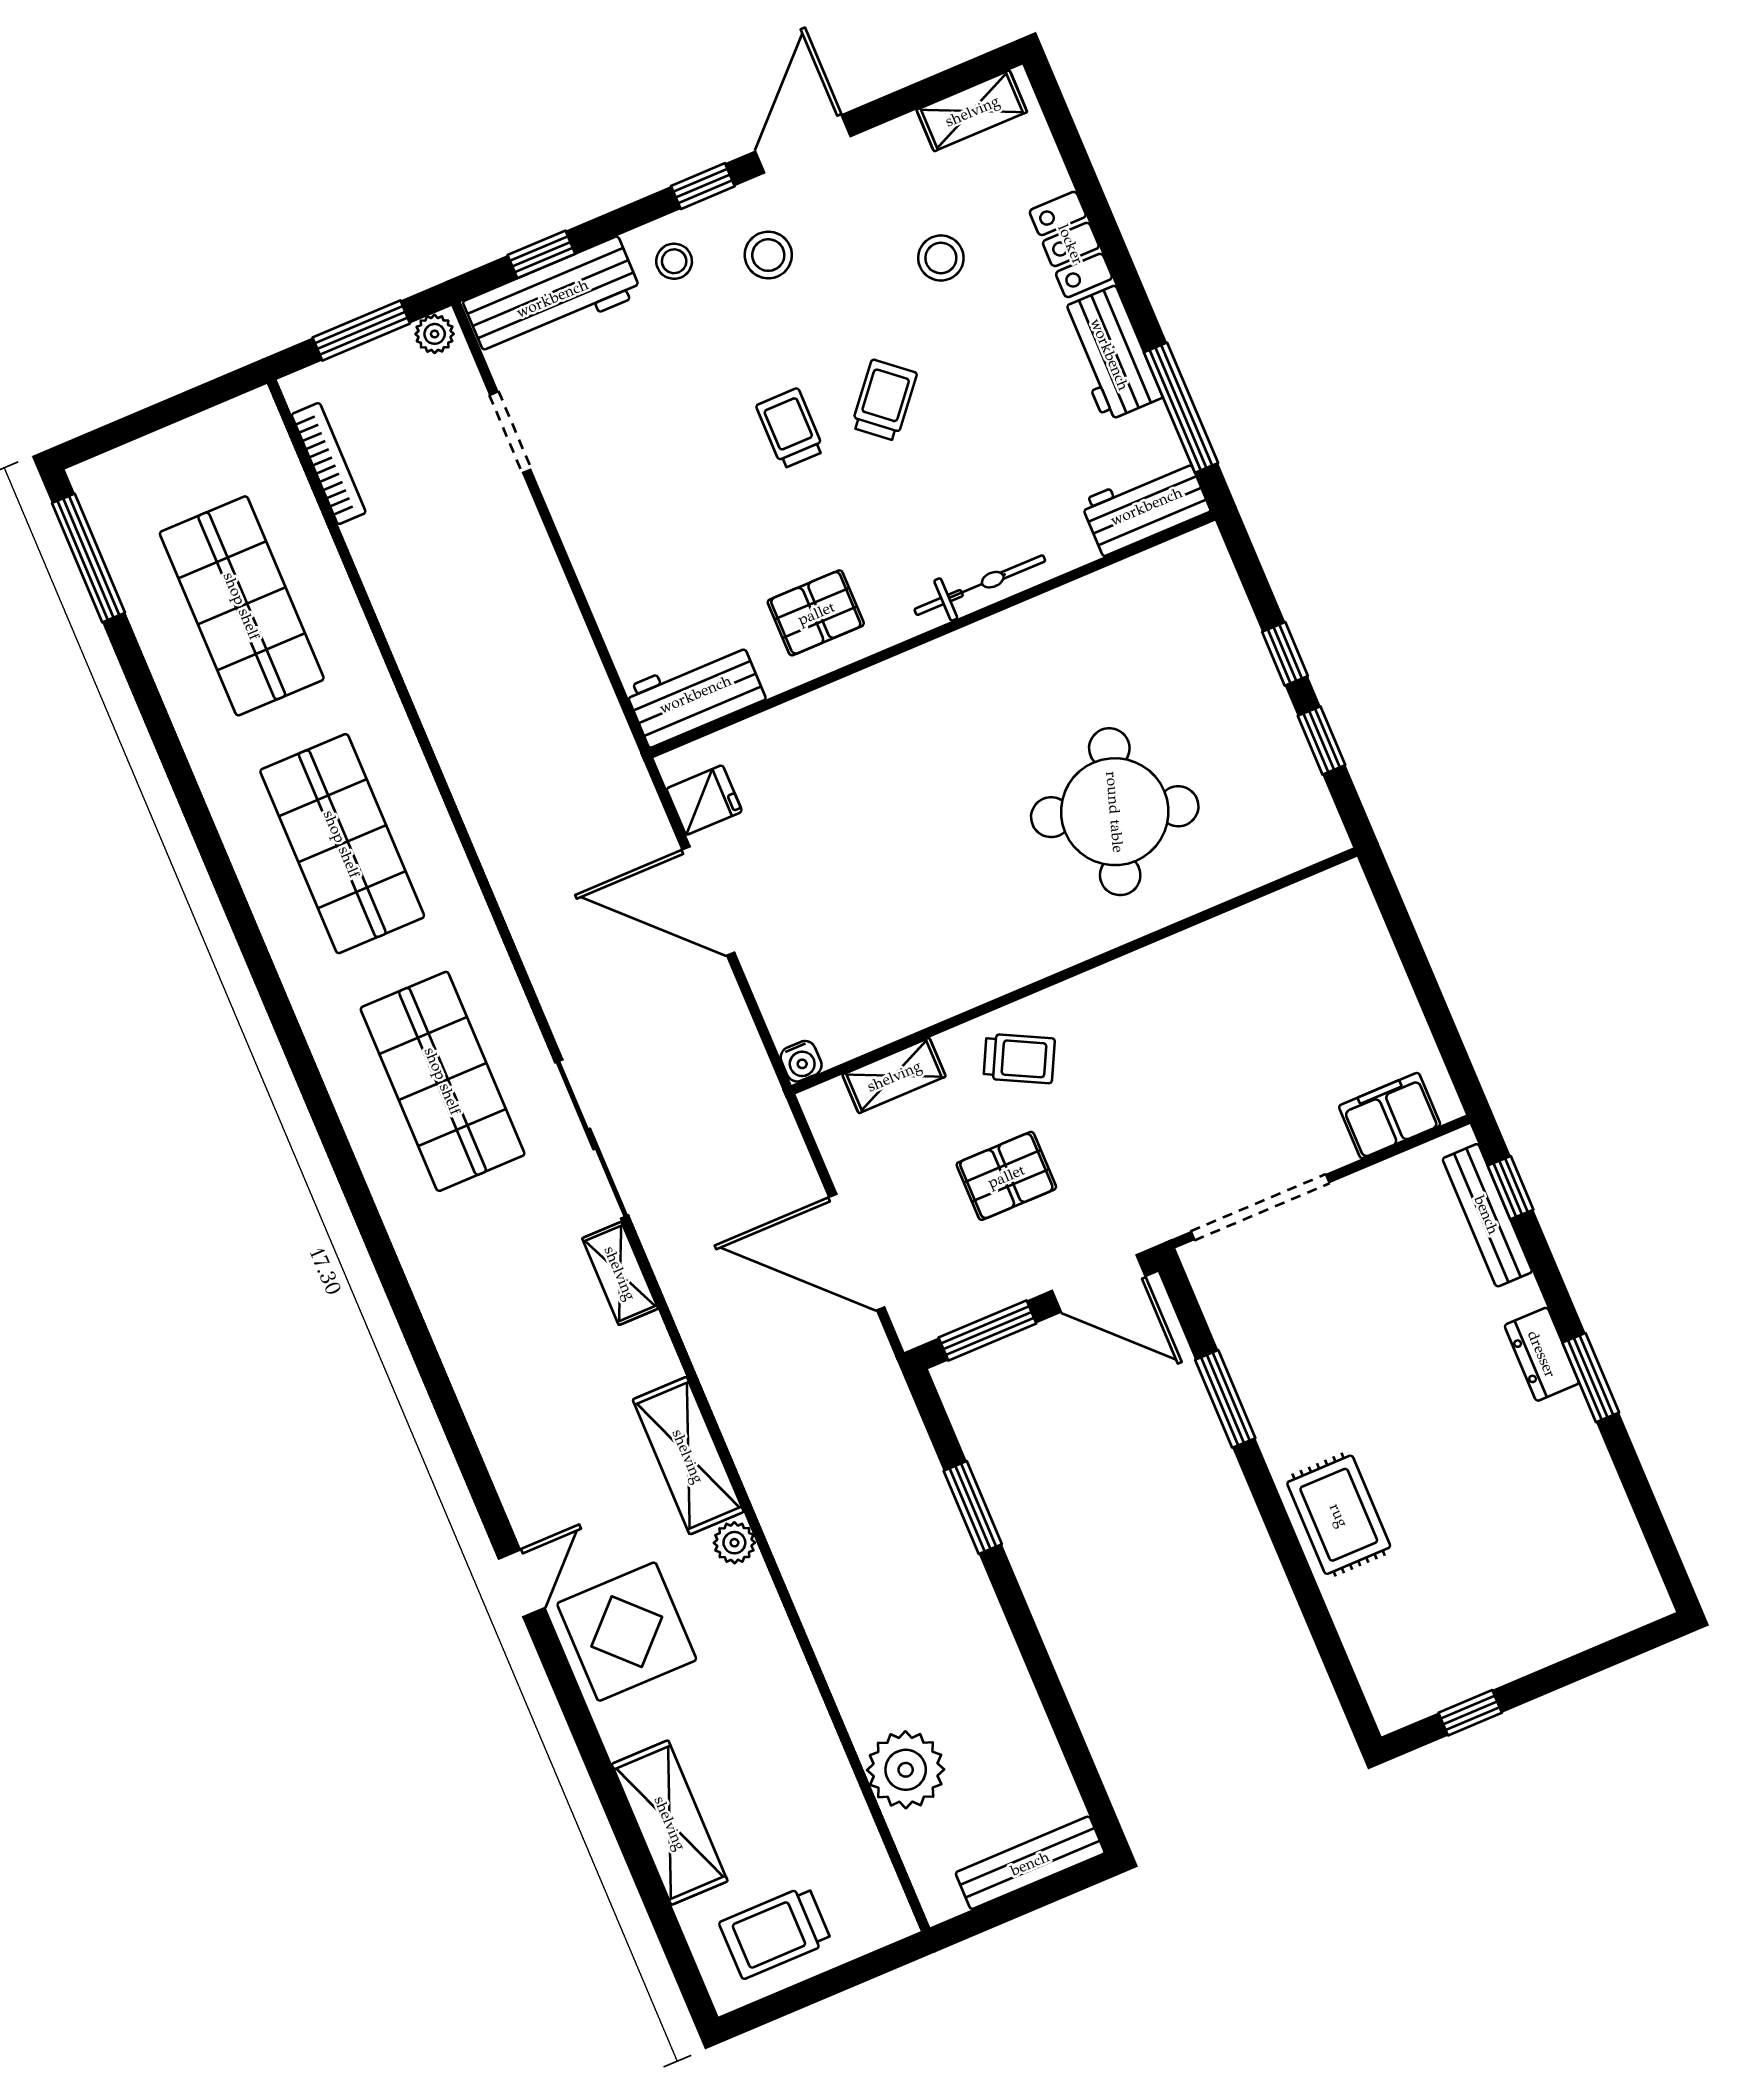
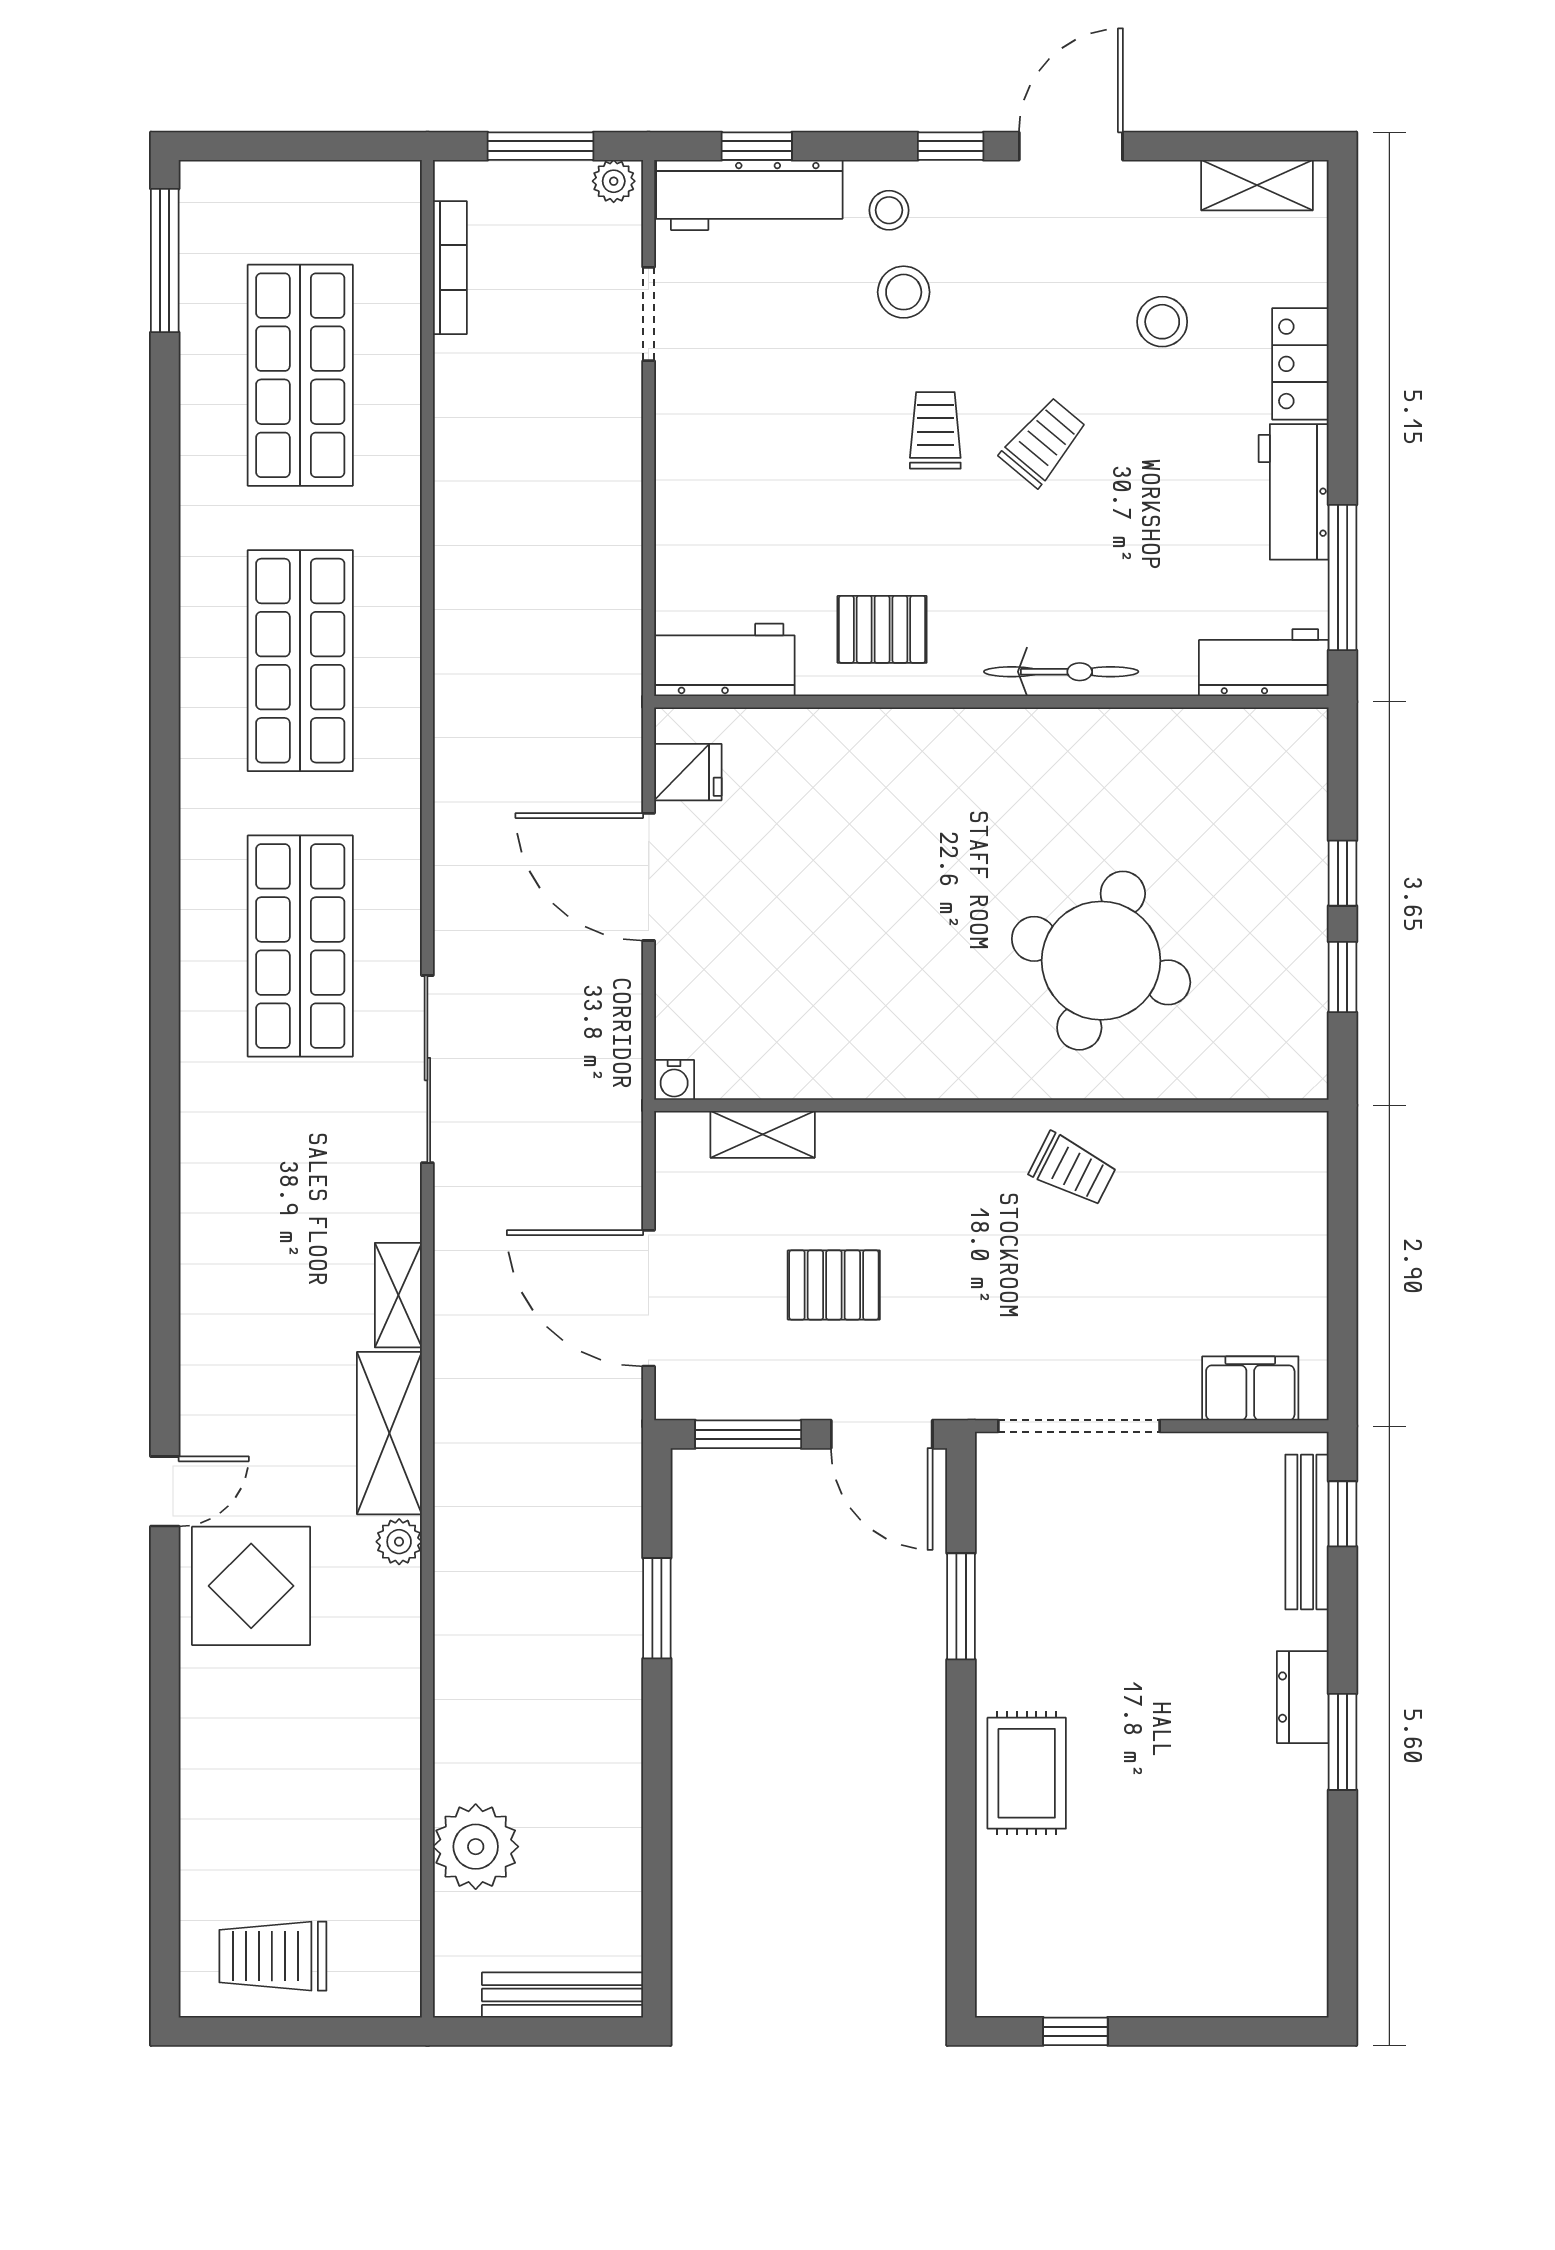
stool: (768, 255) -> (904, 292), moved
trolley: (1019, 1059) -> (1073, 1169), moved
shelving: (620, 1273) -> (398, 1295), moved
shelving: (670, 1823) -> (213, 1799), removed

